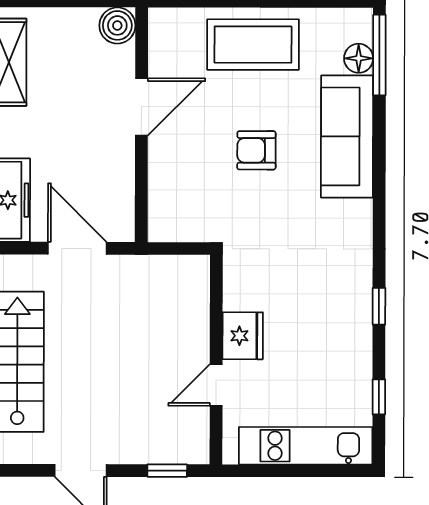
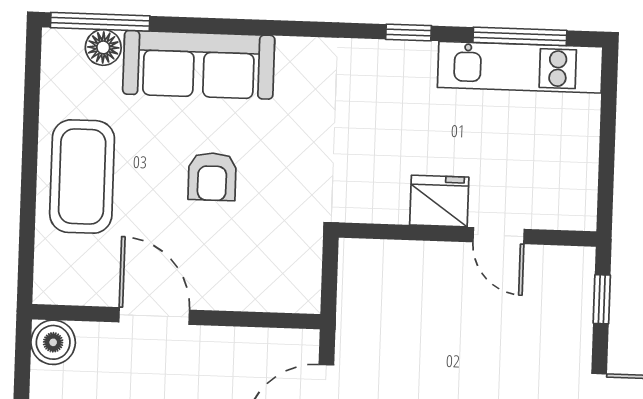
window: (379, 397) -> (520, 36), width x2.17
kitchen unit: (306, 446) -> (520, 67), moved, turned -90

